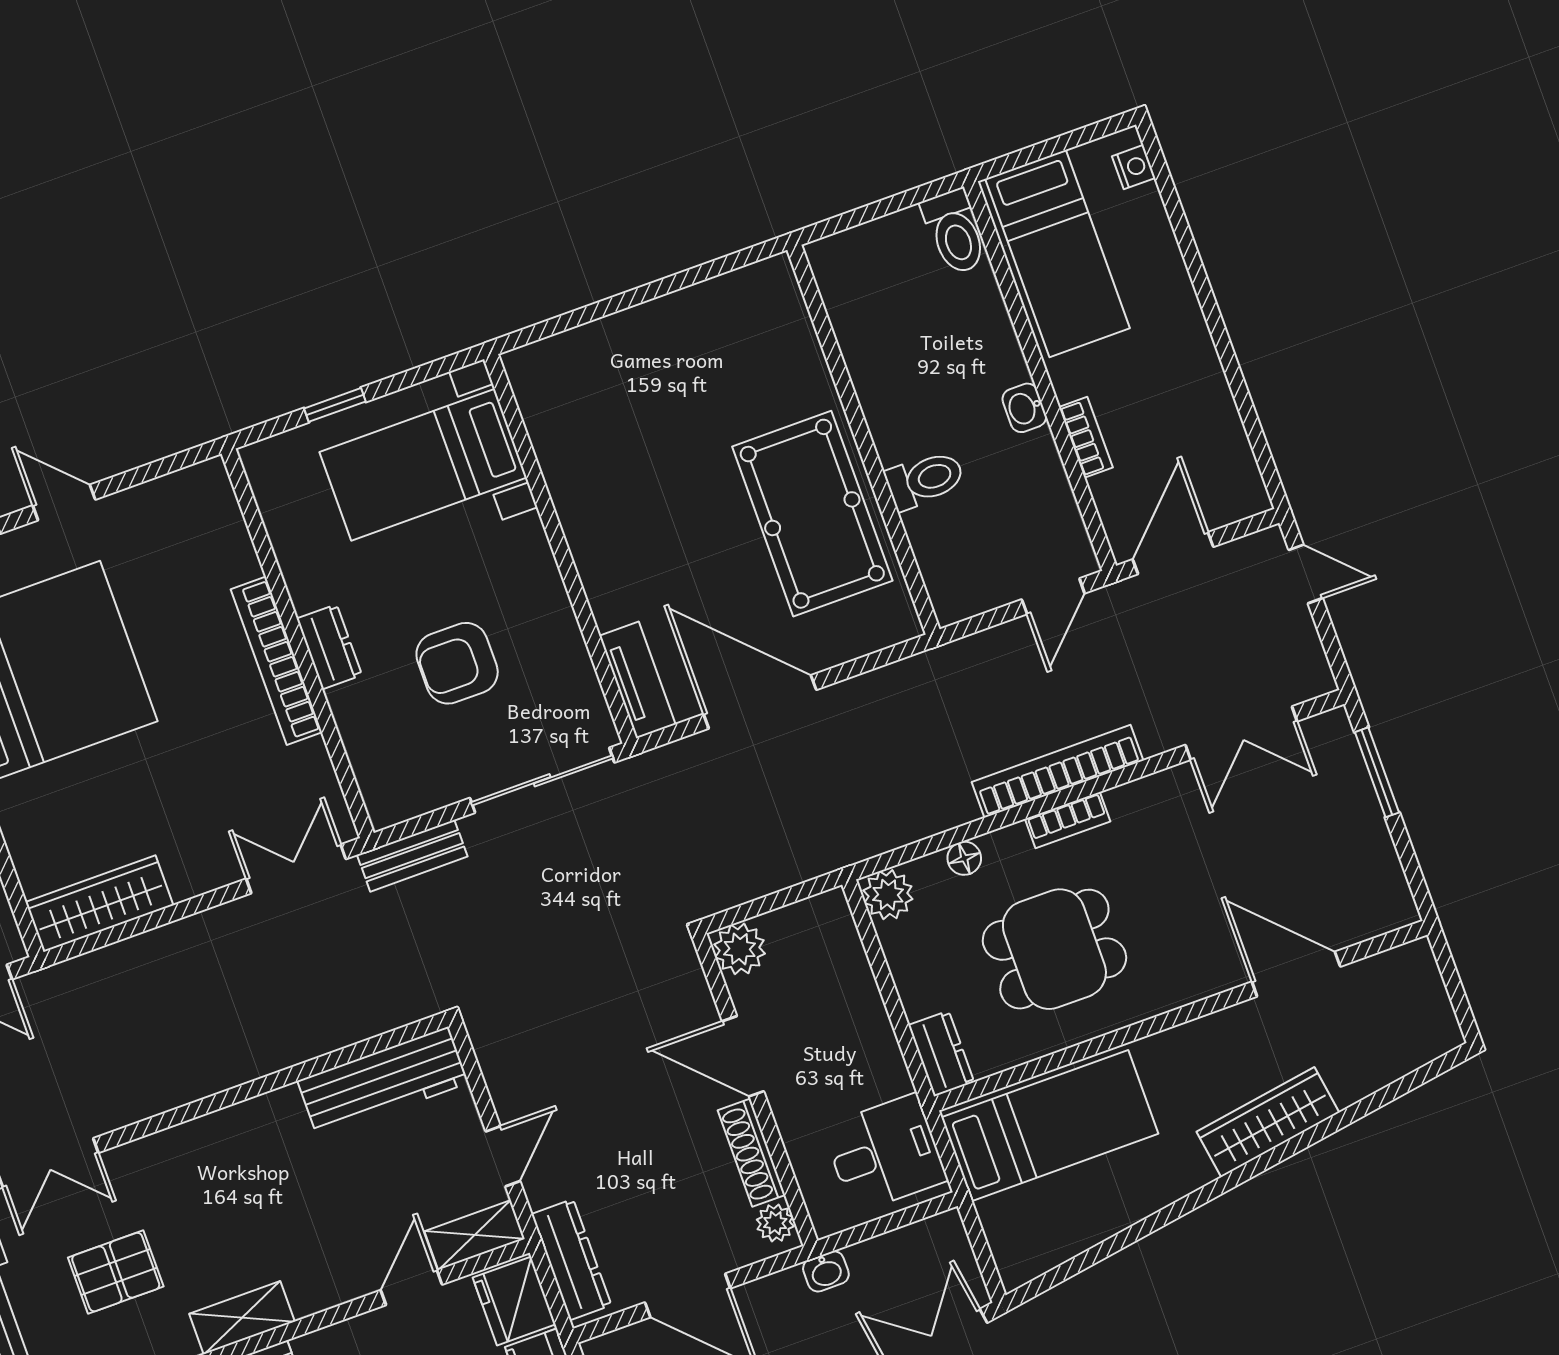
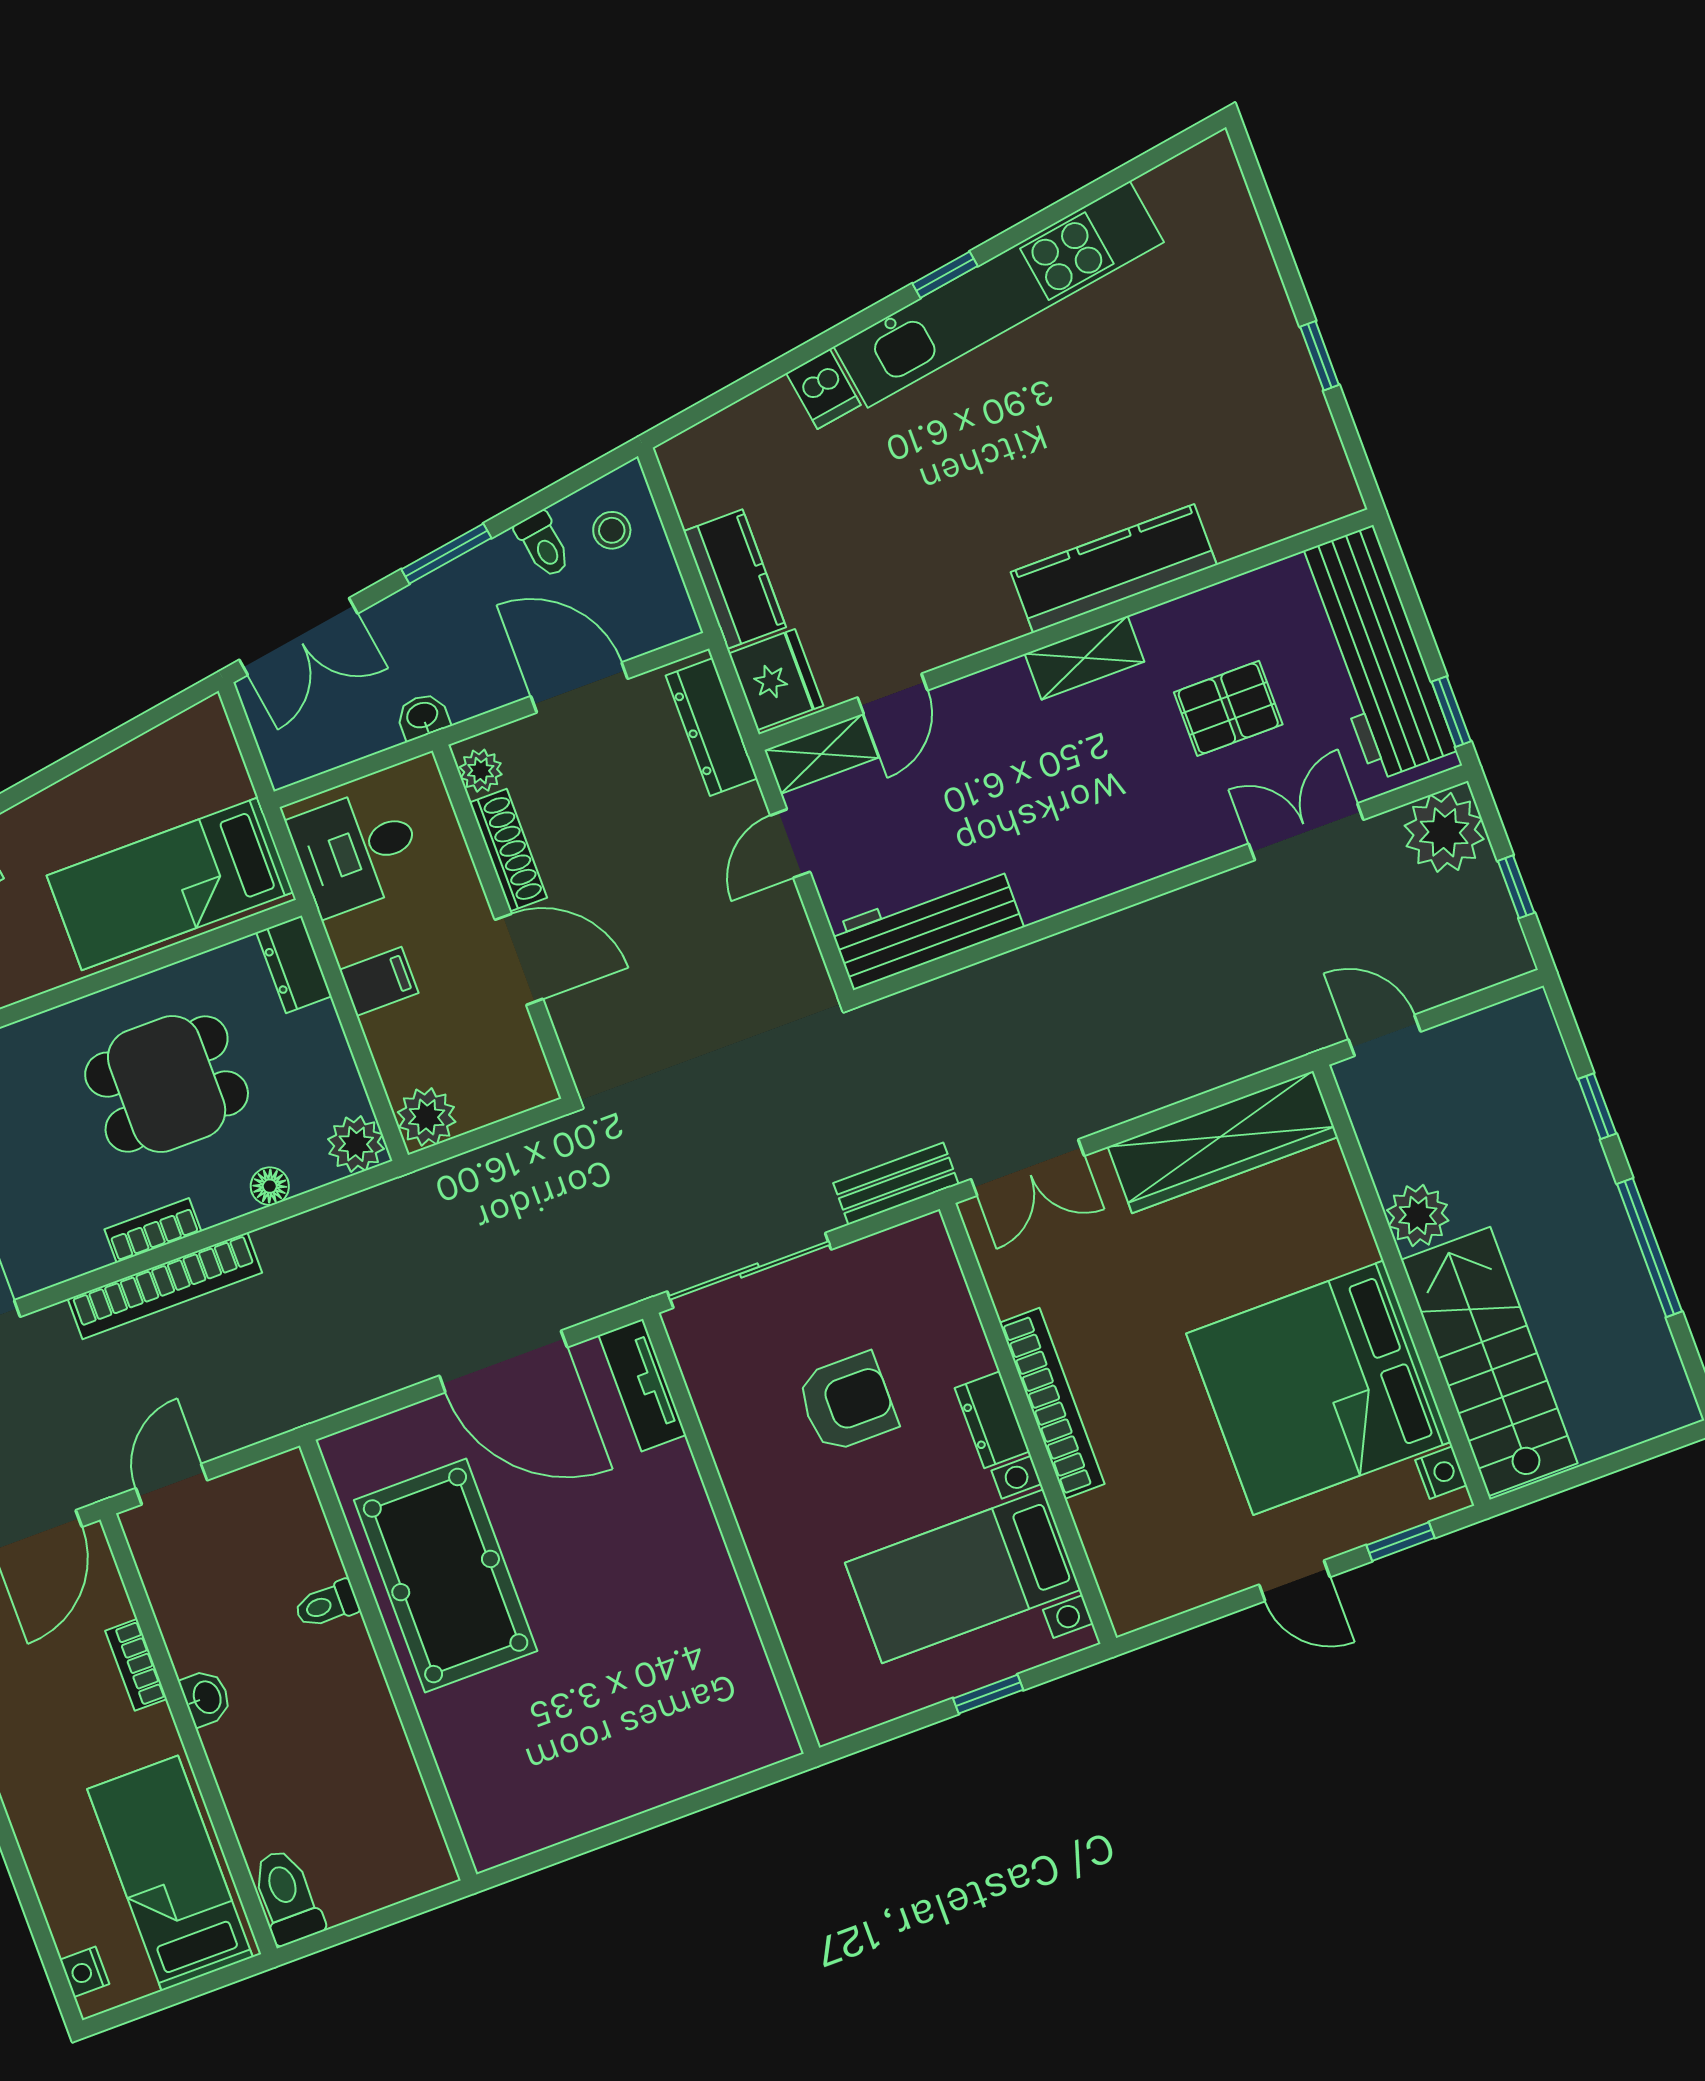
bed with nightstands: (423, 465) -> (963, 1576), moved, turned 180
toilet: (925, 480) -> (327, 1605), width x0.73, depth x0.72
wardrobe: (99, 904) -> (1223, 1142), width x1.40, depth x1.17
plant: (740, 949) -> (427, 1117), moved
filing cabinet: (866, 1038) -> (379, 981), added

